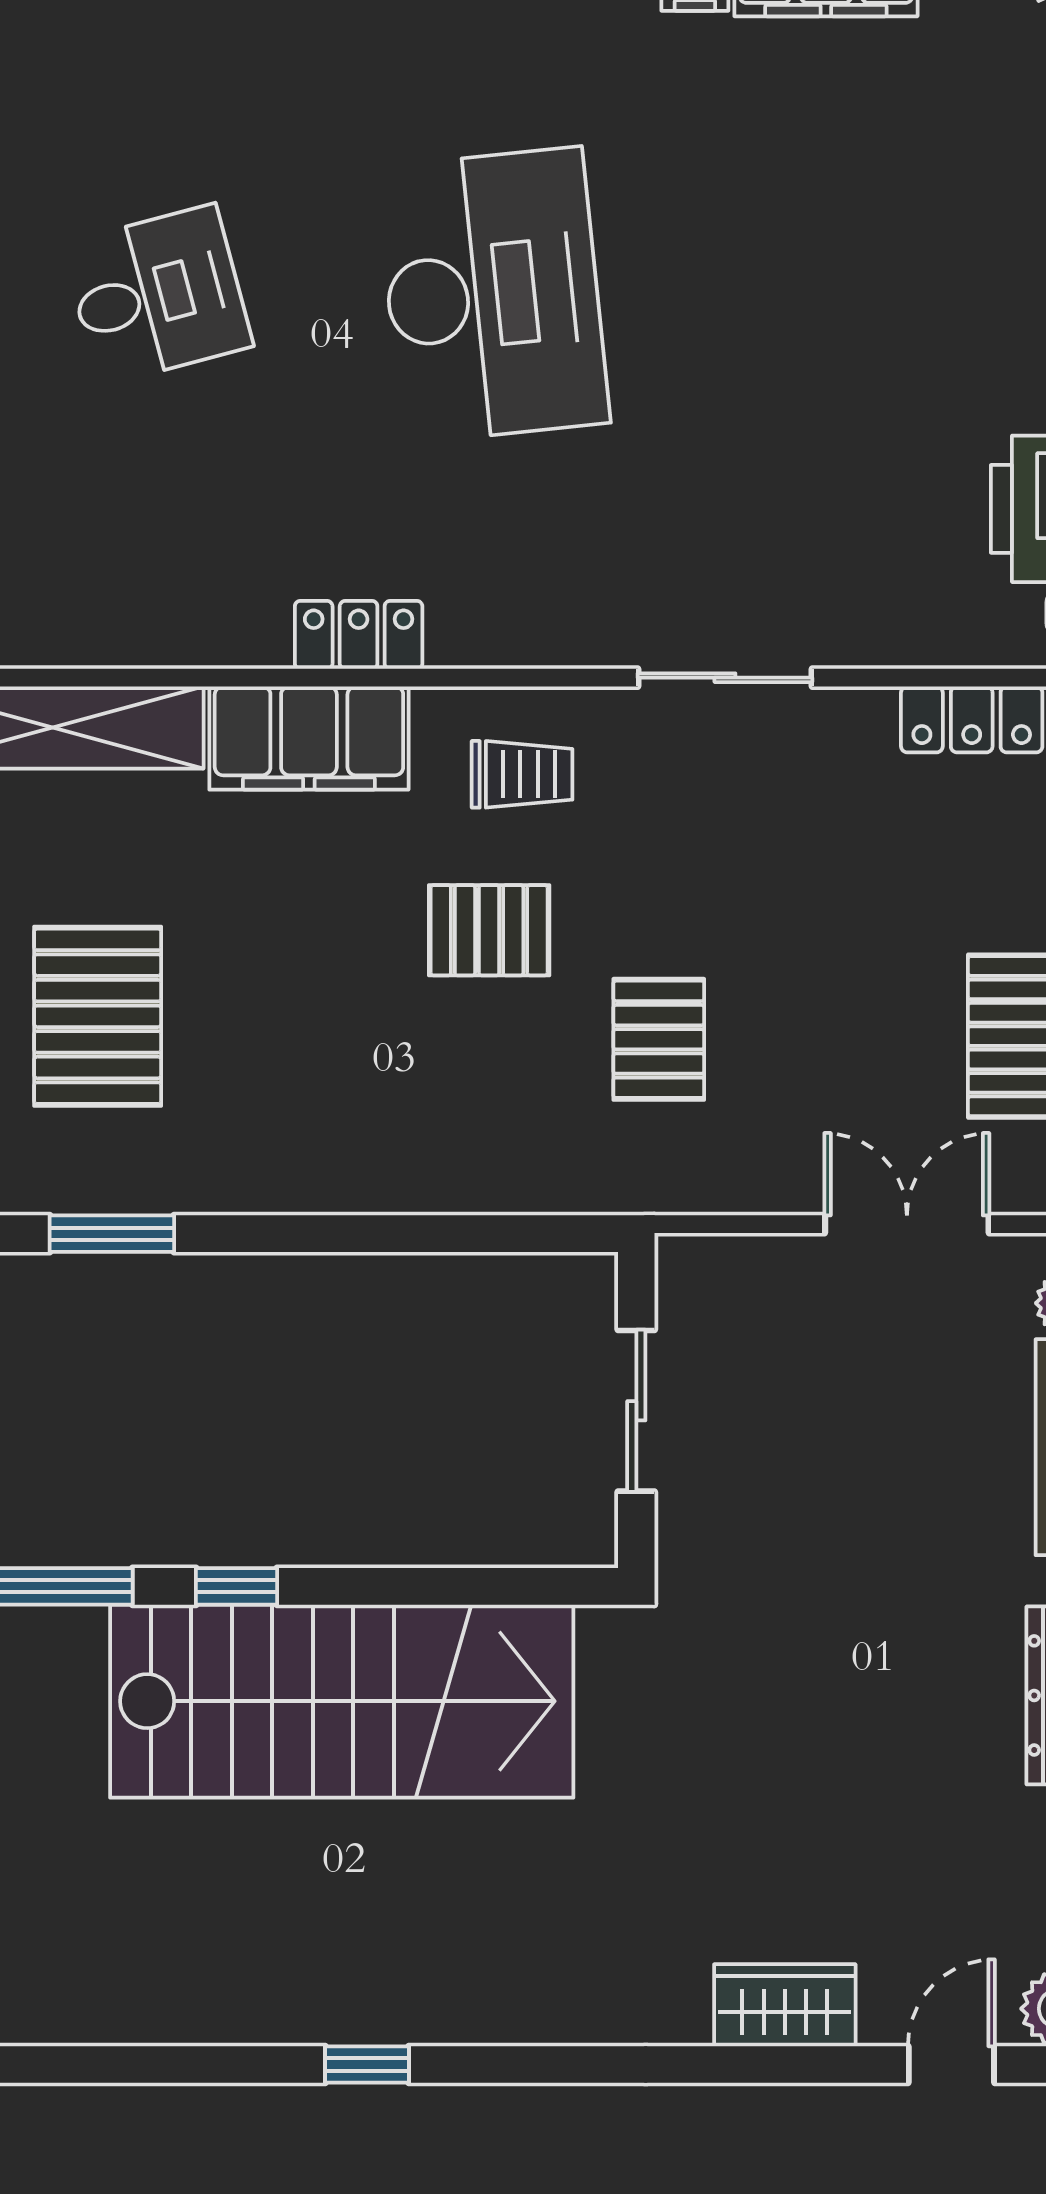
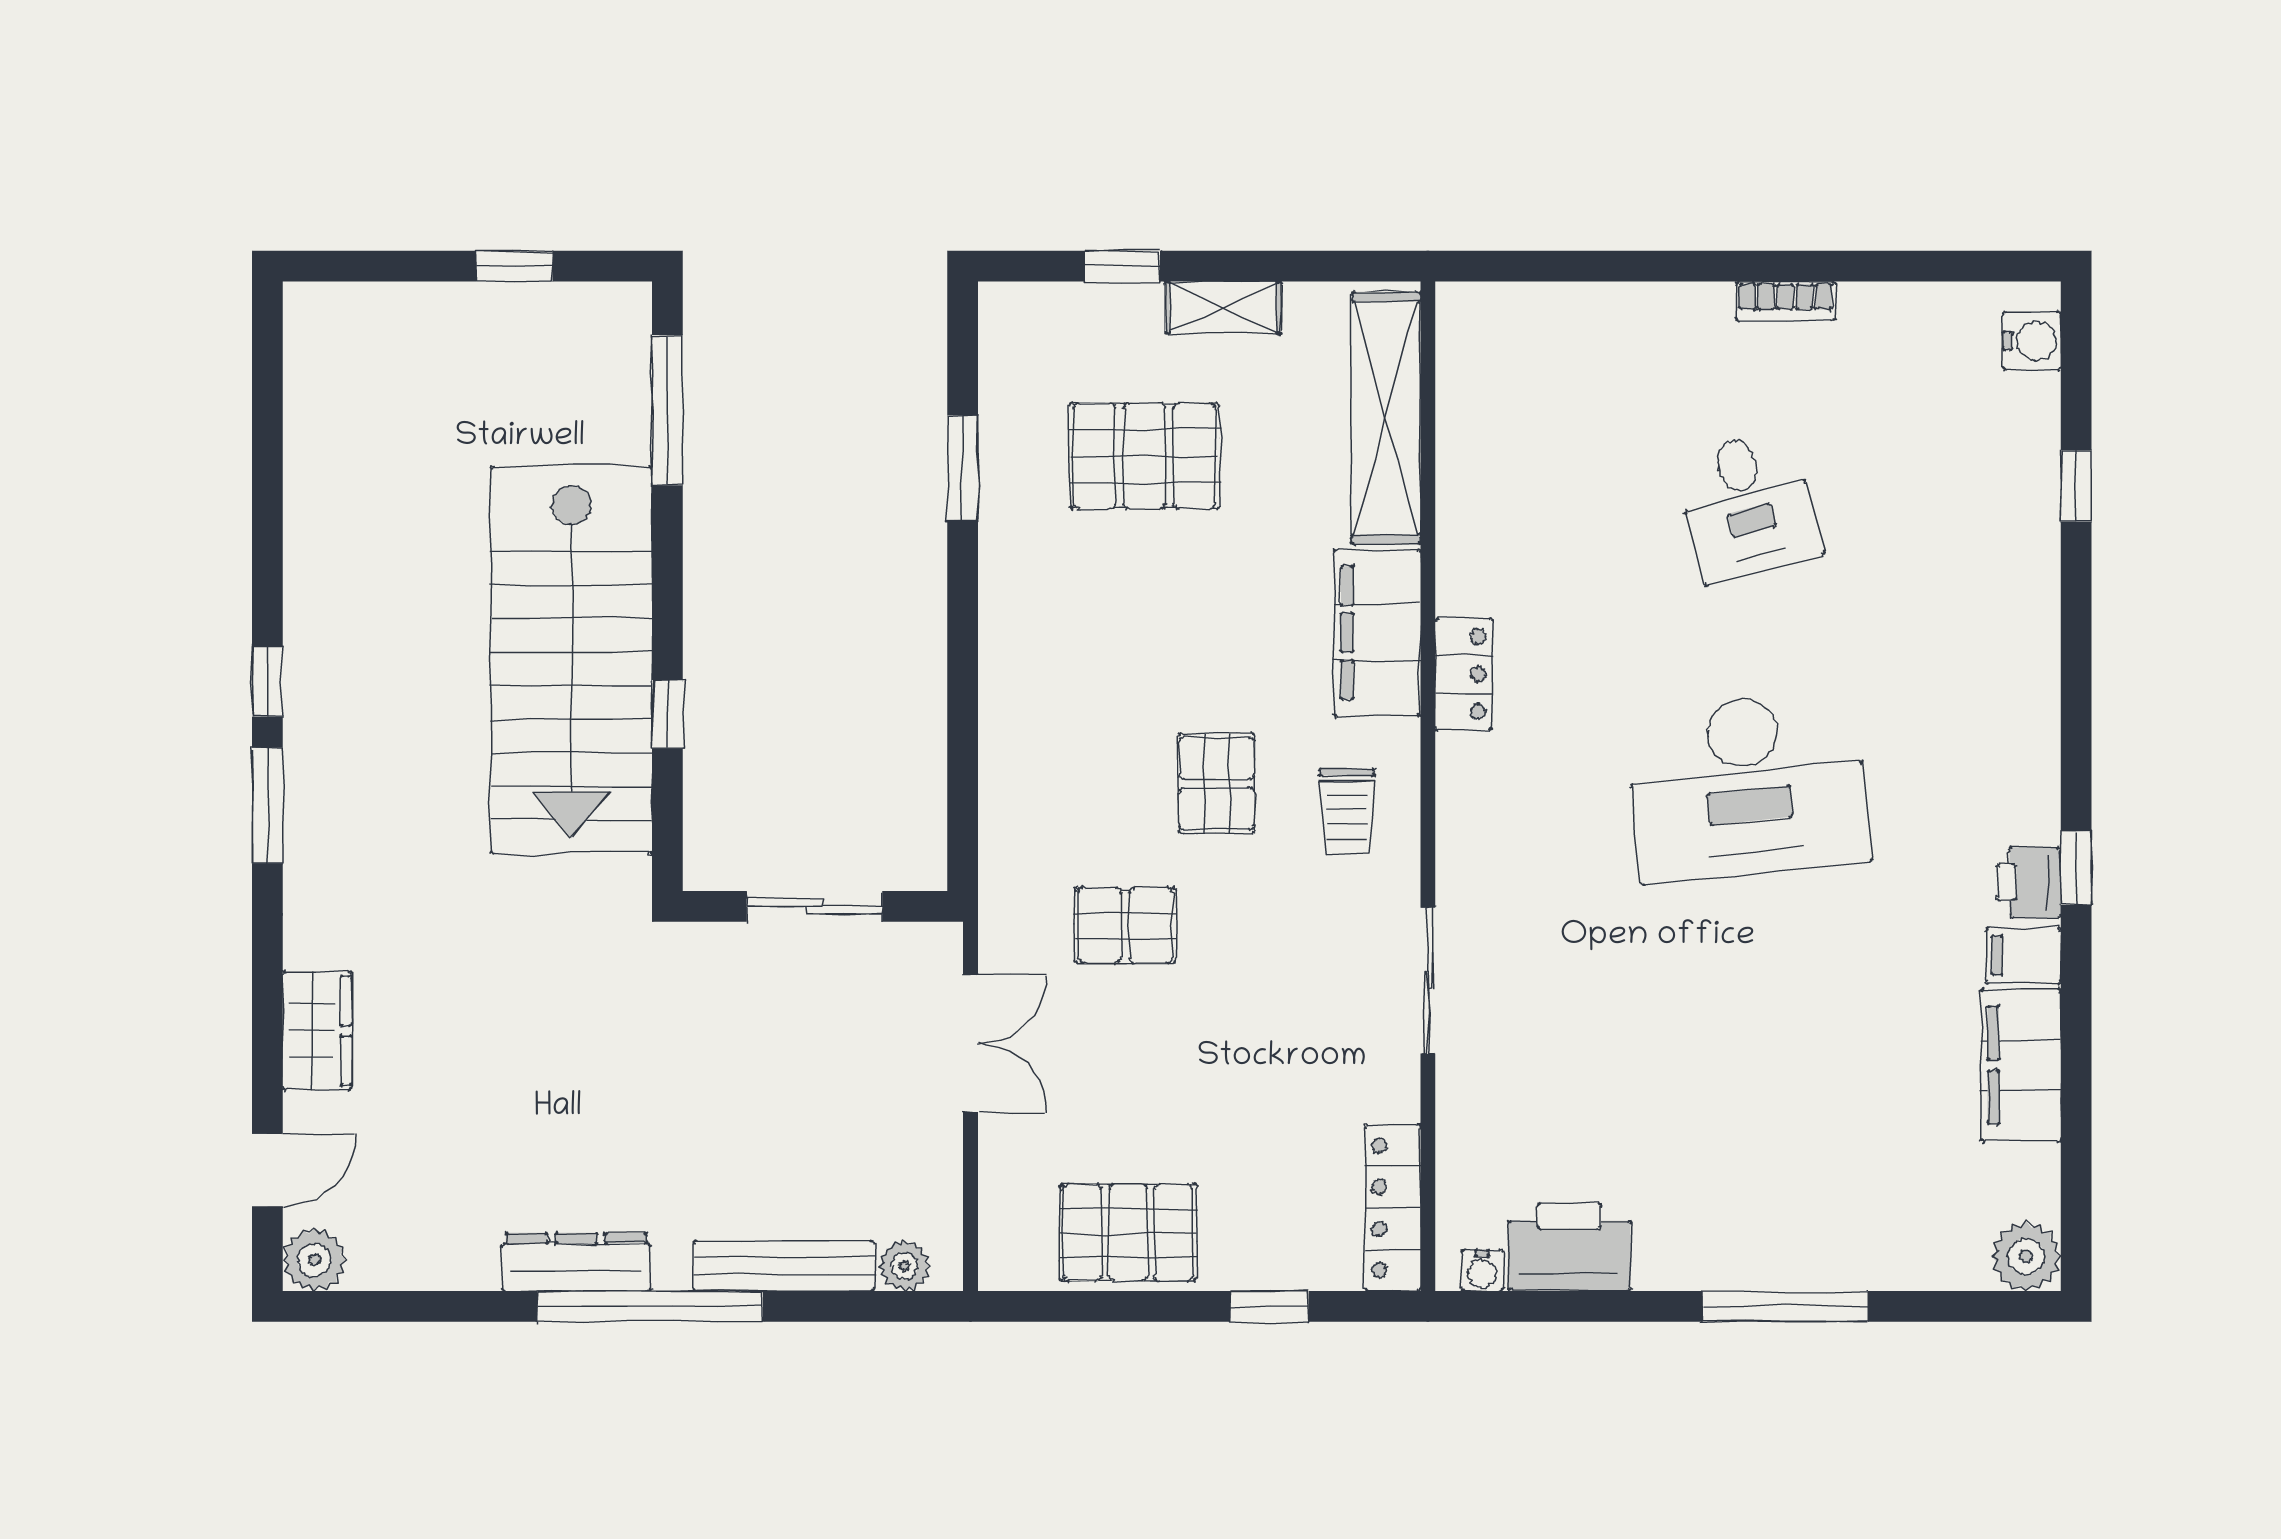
double door: (907, 1224) -> (971, 1043), moved
window: (237, 1586) -> (667, 714), moved
window: (516, 2064) -> (267, 805), added
door: (951, 2064) -> (267, 1170), hinge flipped

